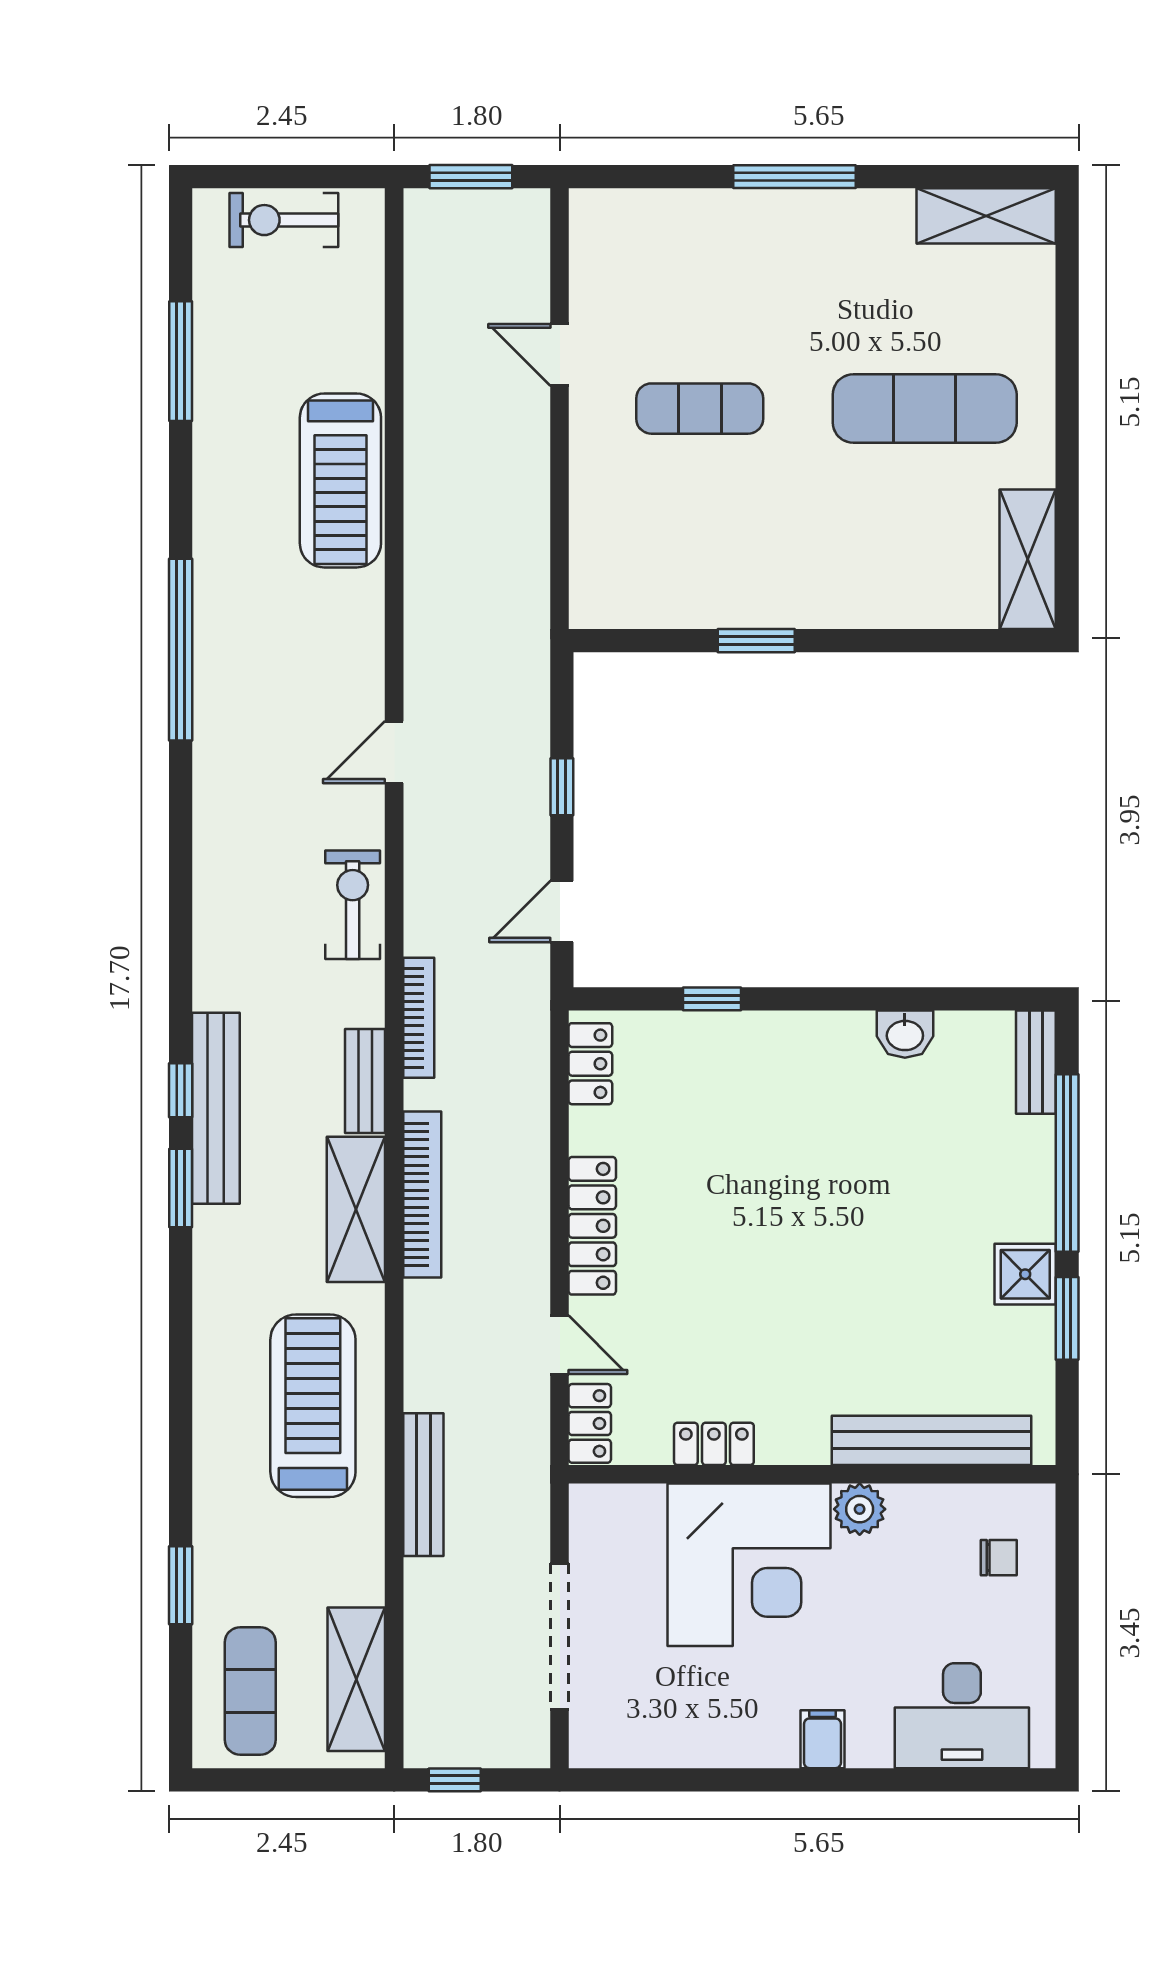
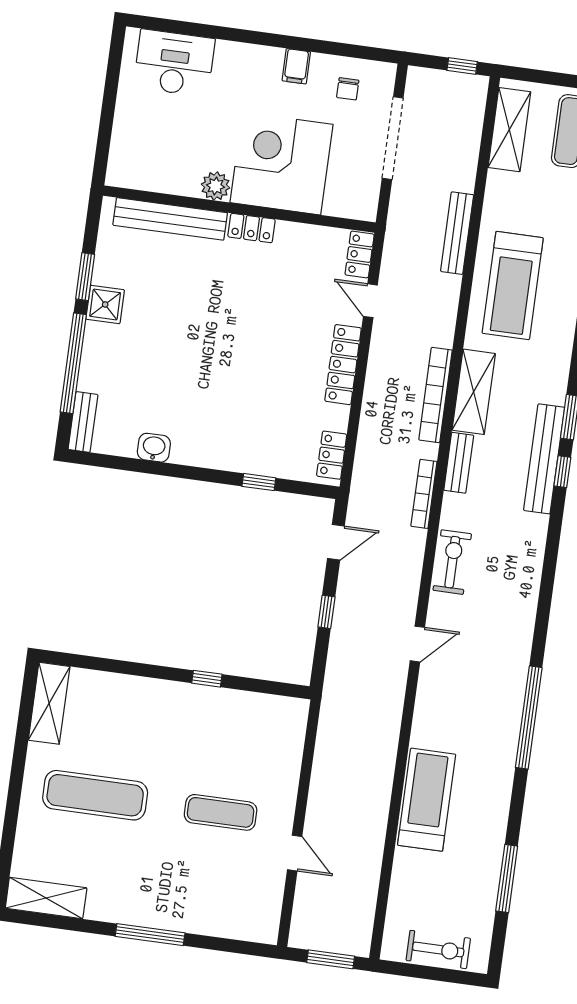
window: (756, 641) -> (207, 679), width x0.67
exercise bike: (353, 905) -> (452, 562), turned 180
locker: (714, 1444) -> (252, 228), moved
chair: (999, 1558) -> (348, 89), moved, turned -90
filing cabinet: (822, 1739) -> (296, 66), moved

